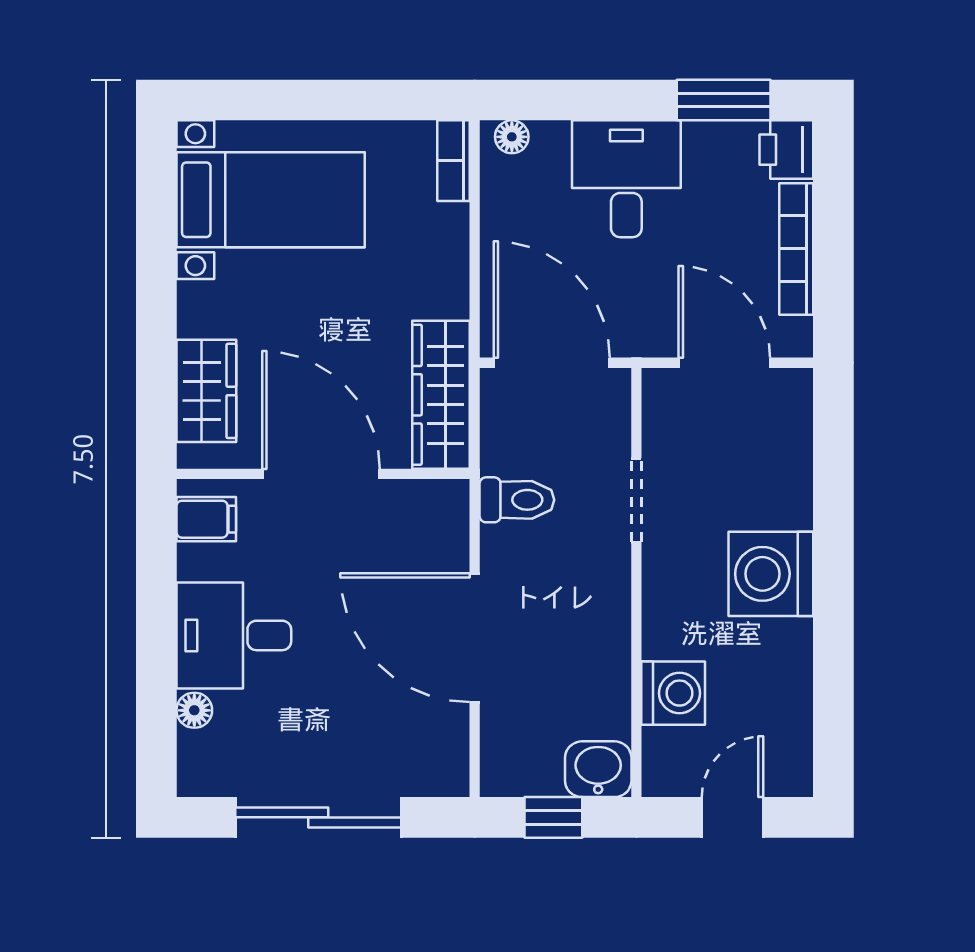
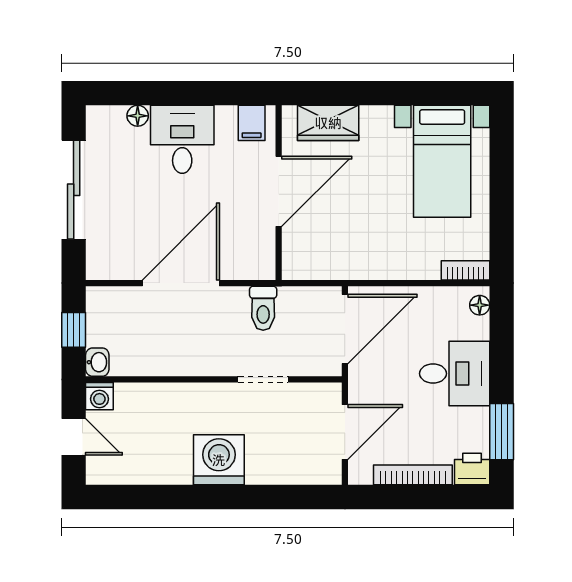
wardrobe: (441, 395) -> (326, 263), removed
washing machine: (673, 693) -> (99, 396), moved, width x0.73, depth x0.73
washbasin: (598, 769) -> (97, 362), width x0.72, depth x0.69

